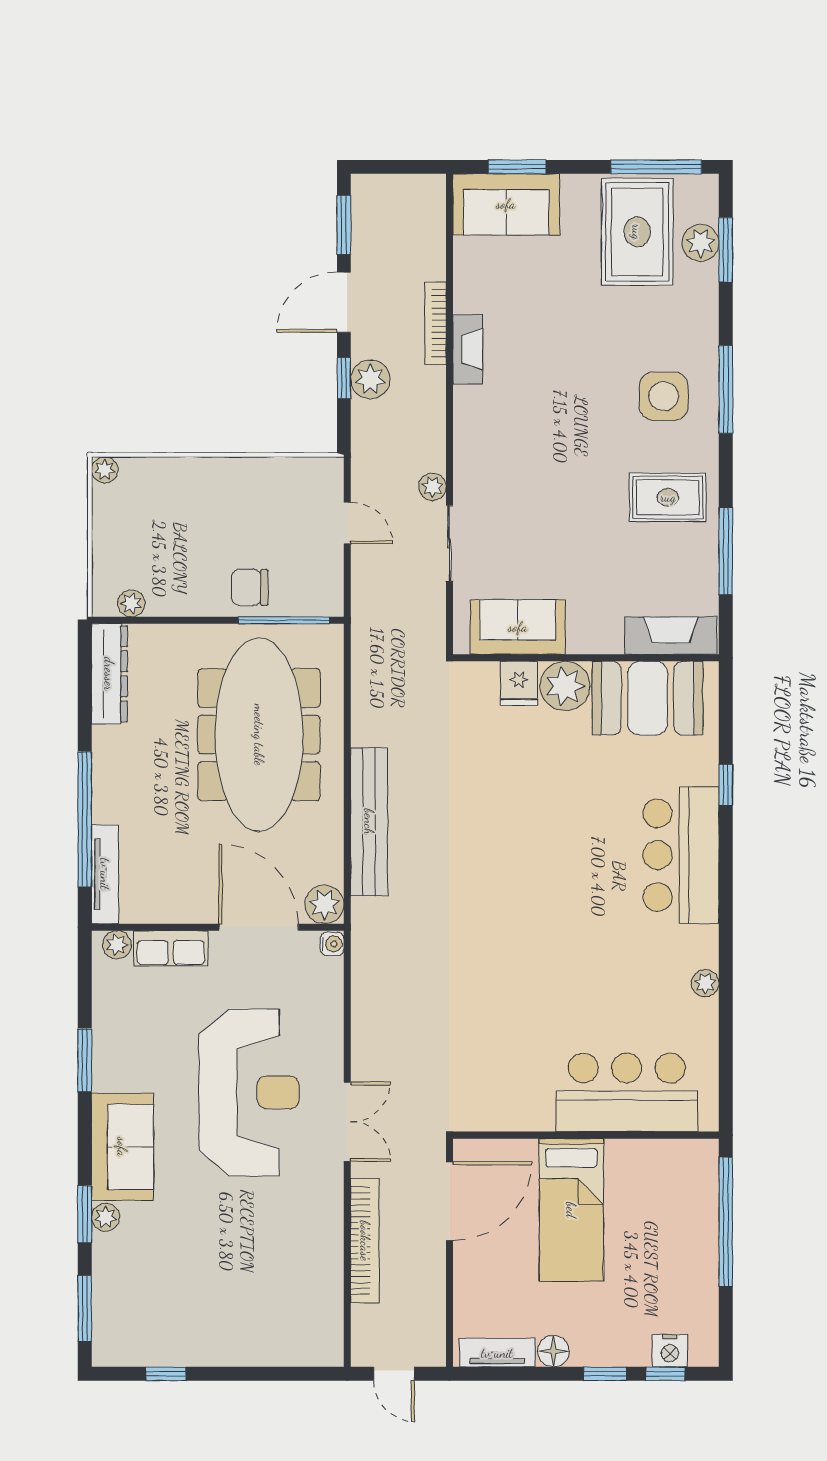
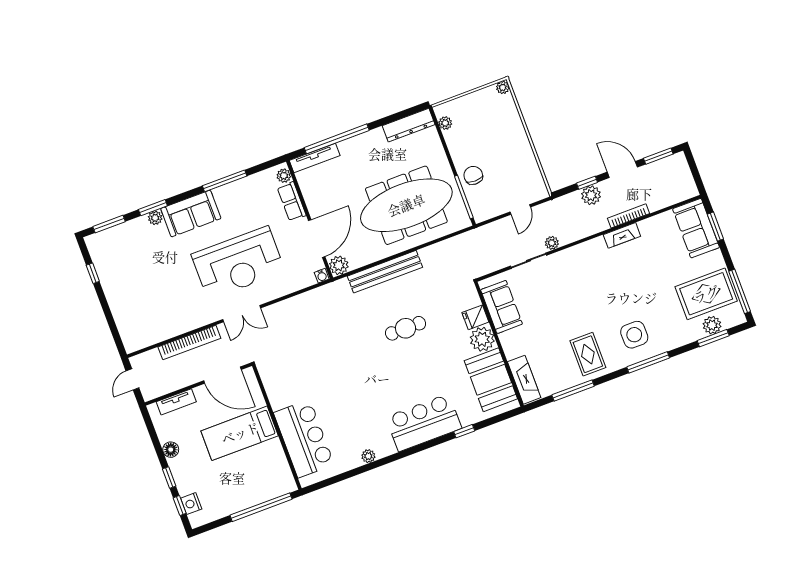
cafe table: (490, 823) -> (406, 328), added
window: (85, 1060) -> (225, 181), width x1.44
tv unit: (497, 1353) -> (176, 402), moved, turned 90

